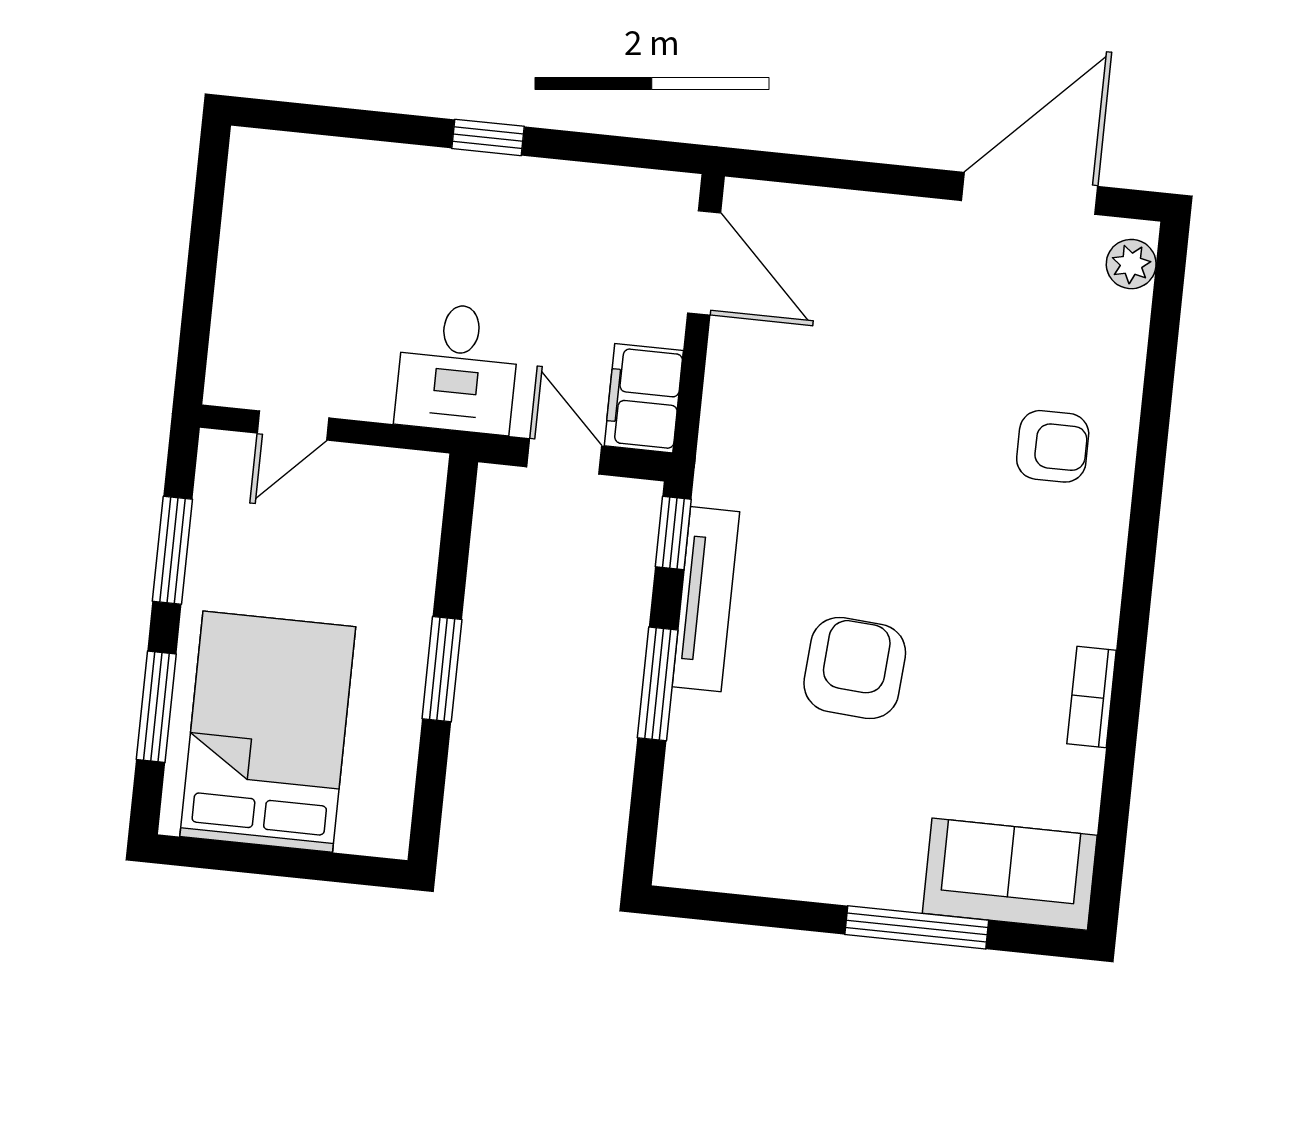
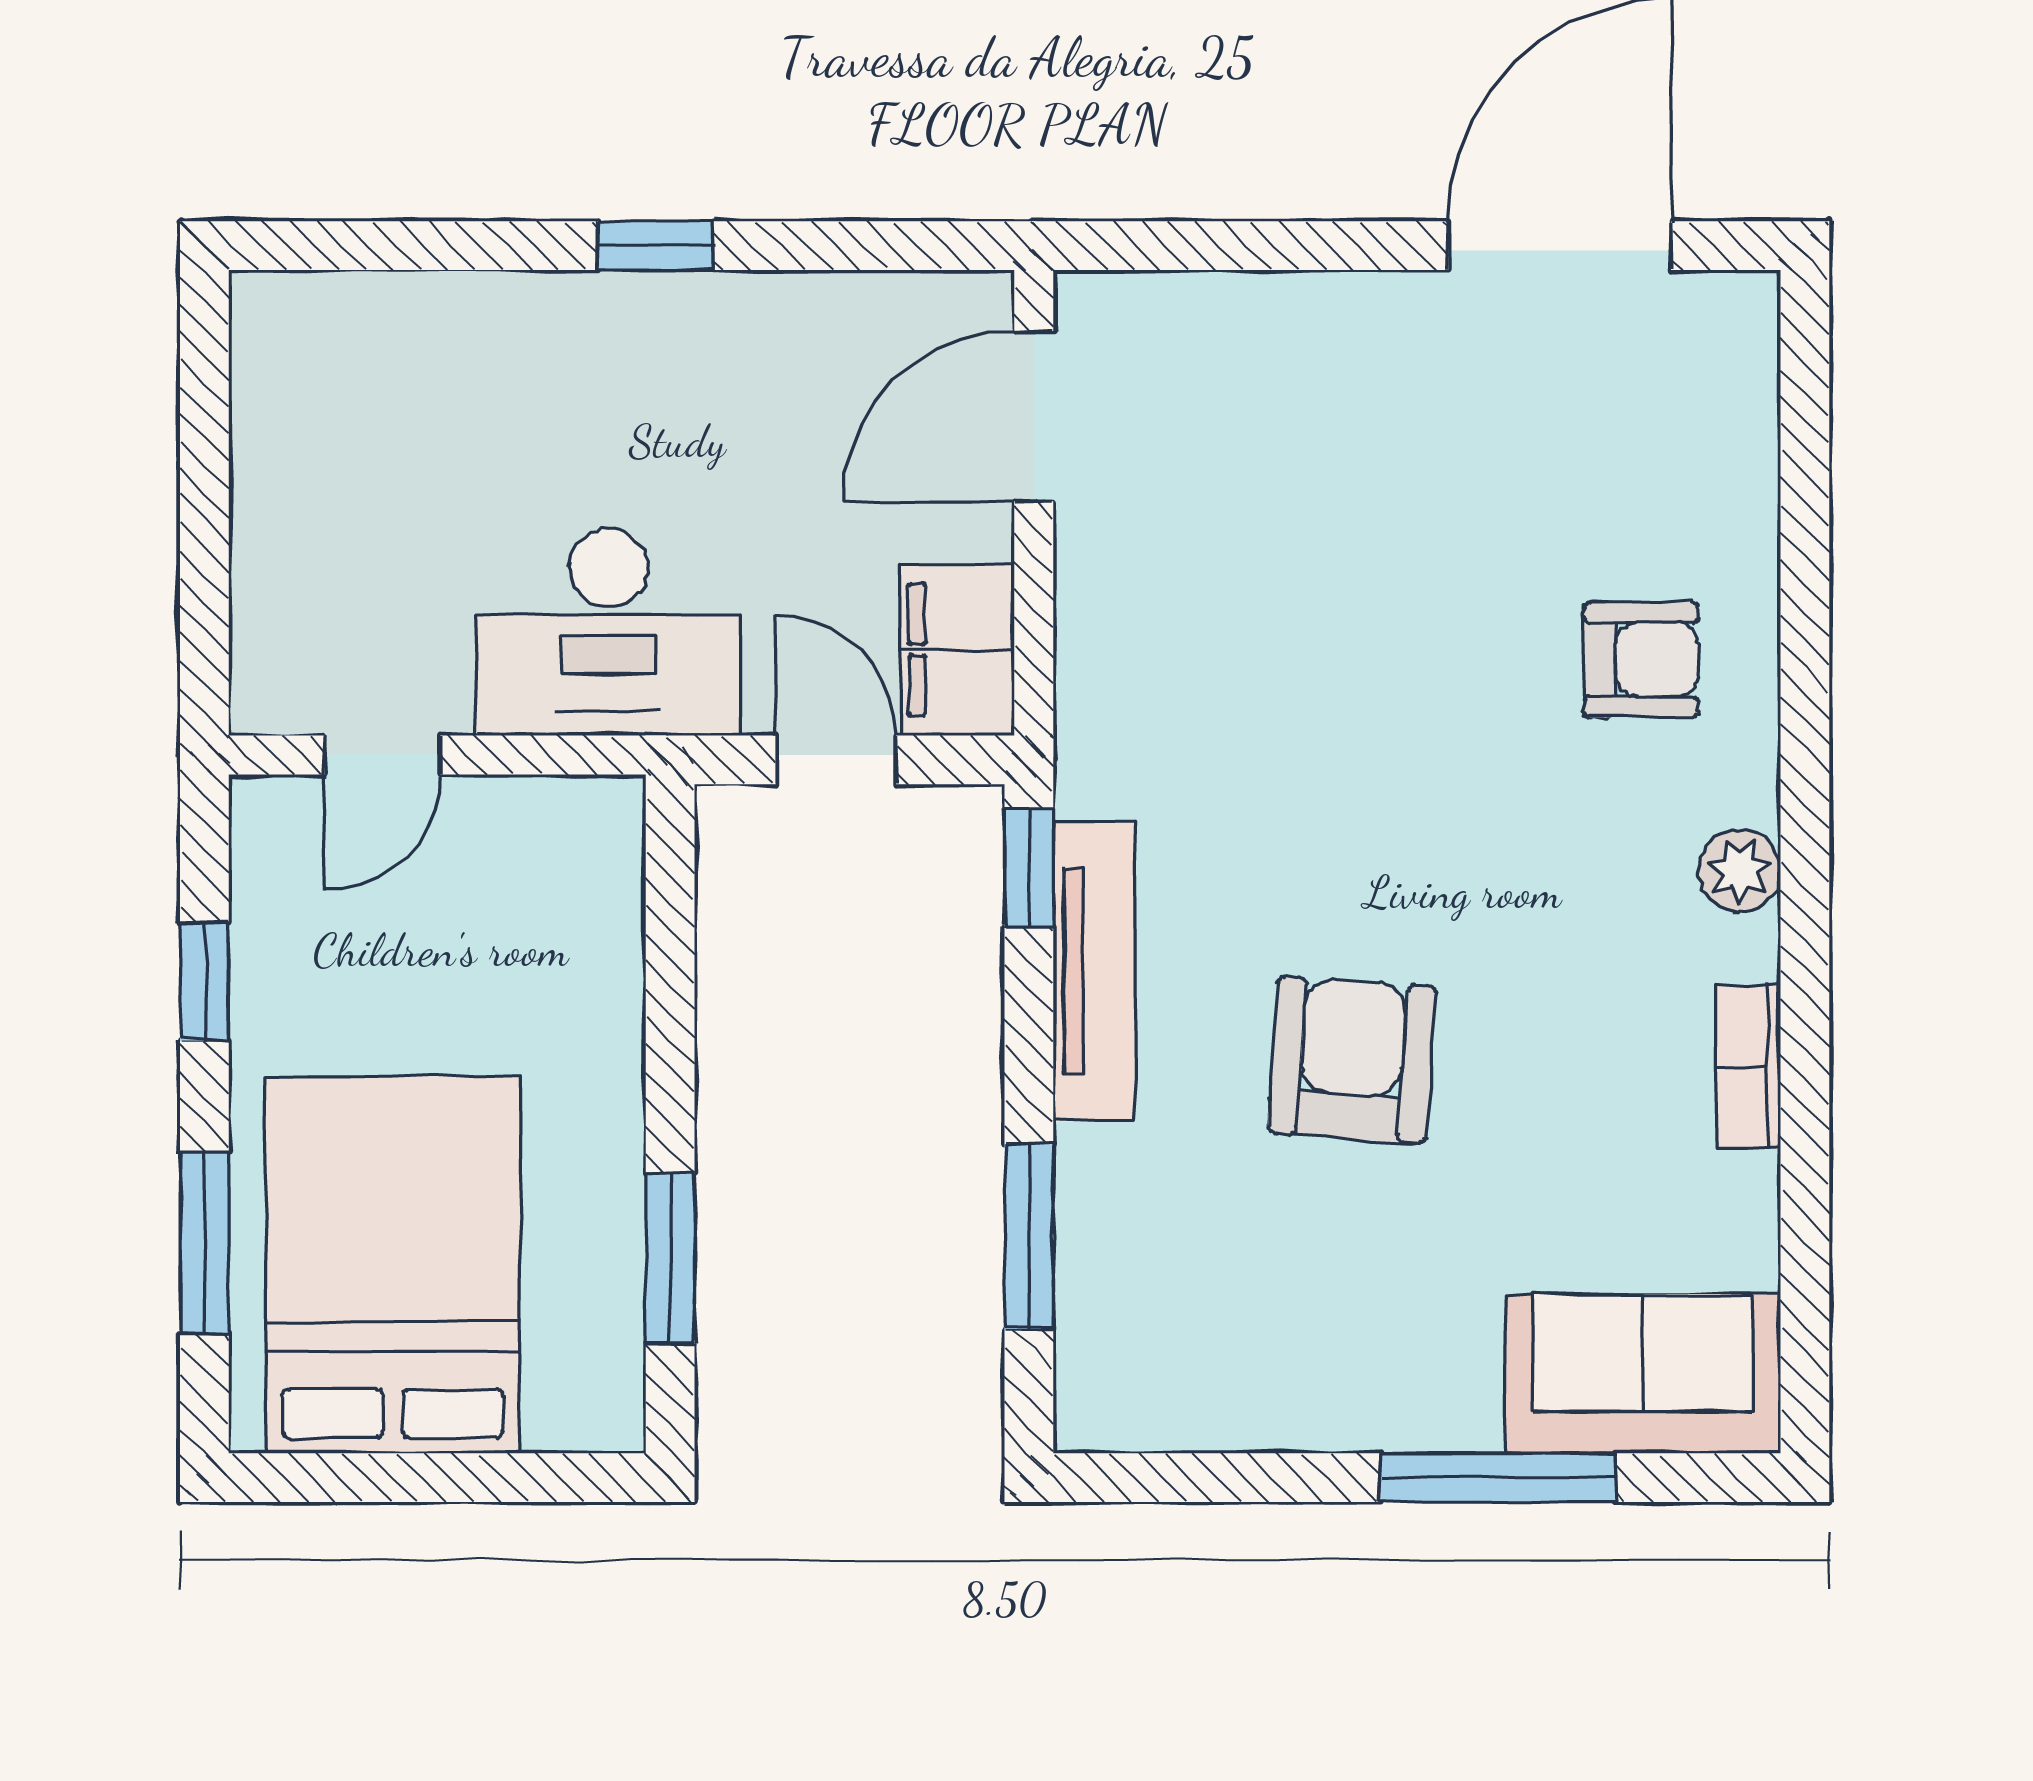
door: (704, 263) -> (1034, 416), swing flipped
plant: (1131, 264) -> (1739, 871), moved
desk: (457, 368) -> (608, 632), width x1.37
window: (172, 550) -> (204, 982), width x0.67
window: (442, 669) -> (670, 1258), moved
window: (658, 684) -> (1029, 1236), moved

